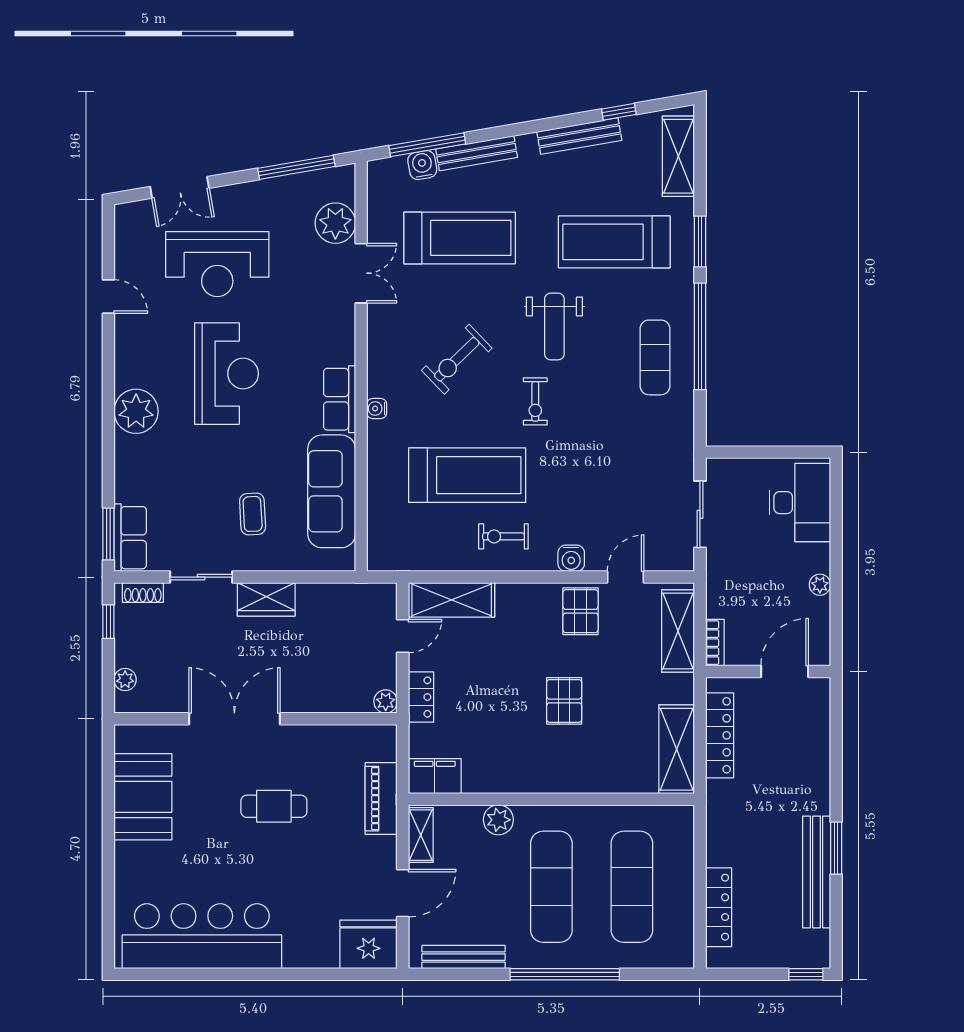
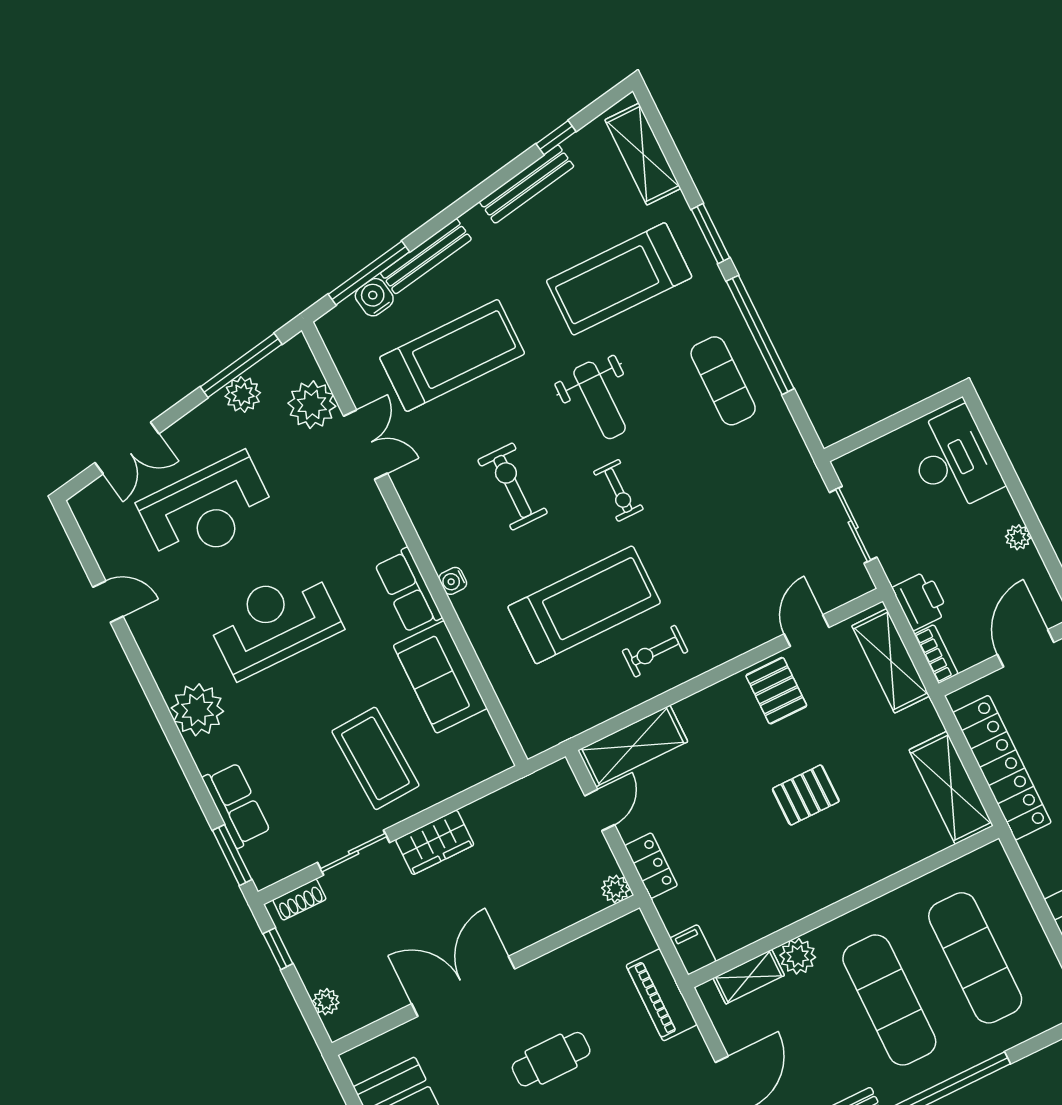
plant: (287, 190) -> (243, 394), added
exercise bike: (457, 359) -> (513, 486), turned 134
reception desk: (227, 374) -> (274, 622), turned -90
sofa: (332, 491) -> (440, 677), width x0.73
coffee table: (253, 514) -> (375, 758), width x1.86, depth x1.72
row of seats: (130, 538) -> (236, 805), moved
water cooler: (571, 558) -> (739, 639), removed
printer: (723, 596) -> (920, 601), added
pallet: (564, 701) -> (806, 795), turned 90
locker: (720, 735) -> (1002, 768), width x1.41, depth x1.21
filing cabinet: (435, 776) -> (693, 950), width x0.50
shelving: (421, 835) -> (749, 977), moved, turned 90

